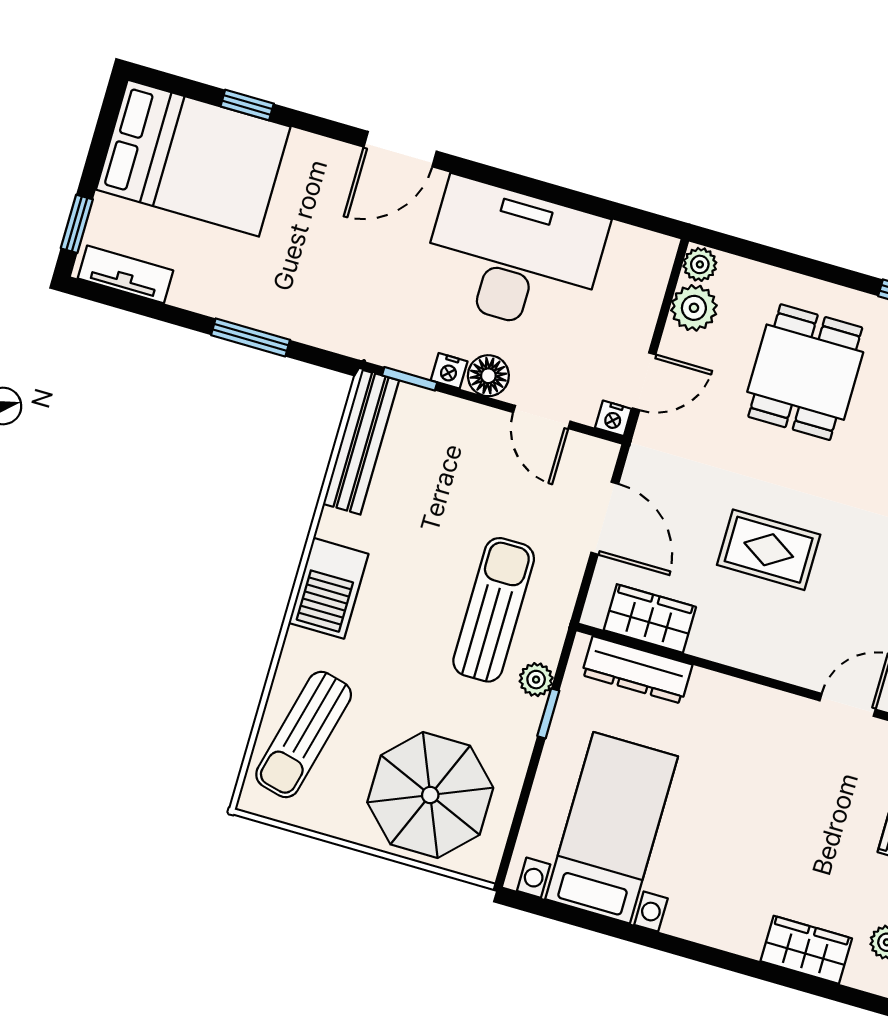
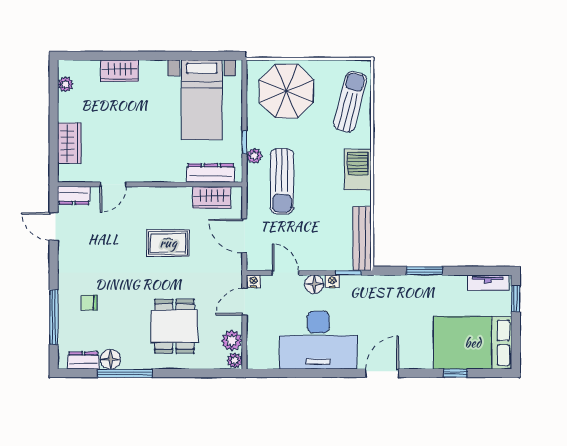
wardrobe: (806, 950) -> (120, 71), moved

